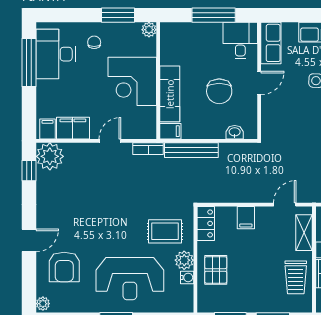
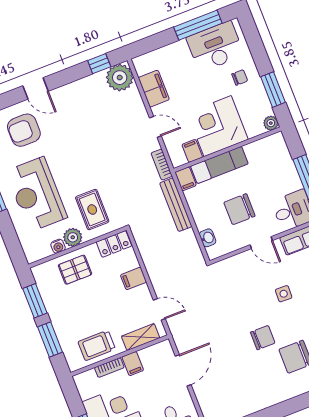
filing cabinet: (48, 129) -> (192, 151), moved, turned -90

